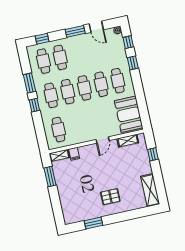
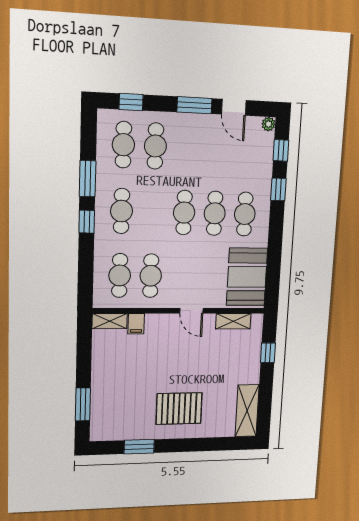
cafe table: (68, 92) -> (151, 276), moved
door: (103, 140) -> (191, 311), hinge flipped
window: (50, 176) -> (83, 404), moved
pallet: (110, 197) -> (179, 409), width x1.50, depth x1.42

